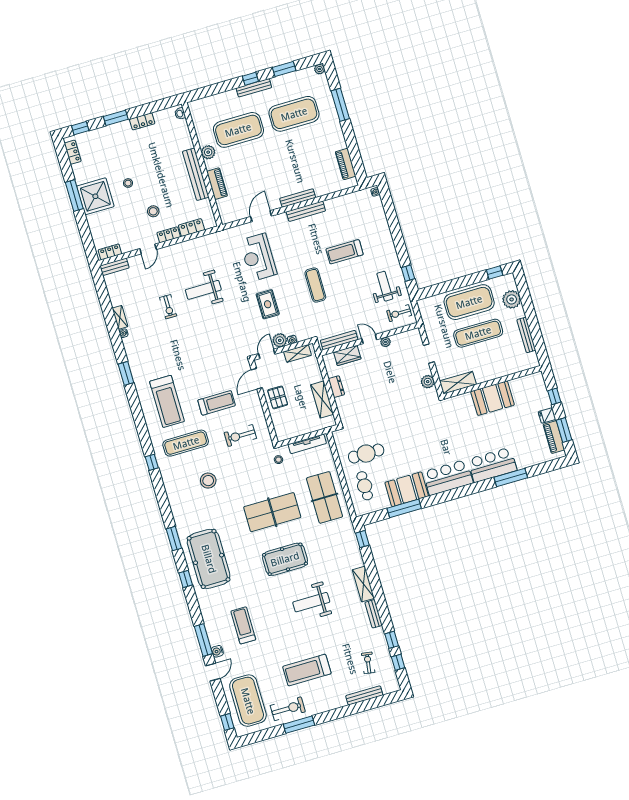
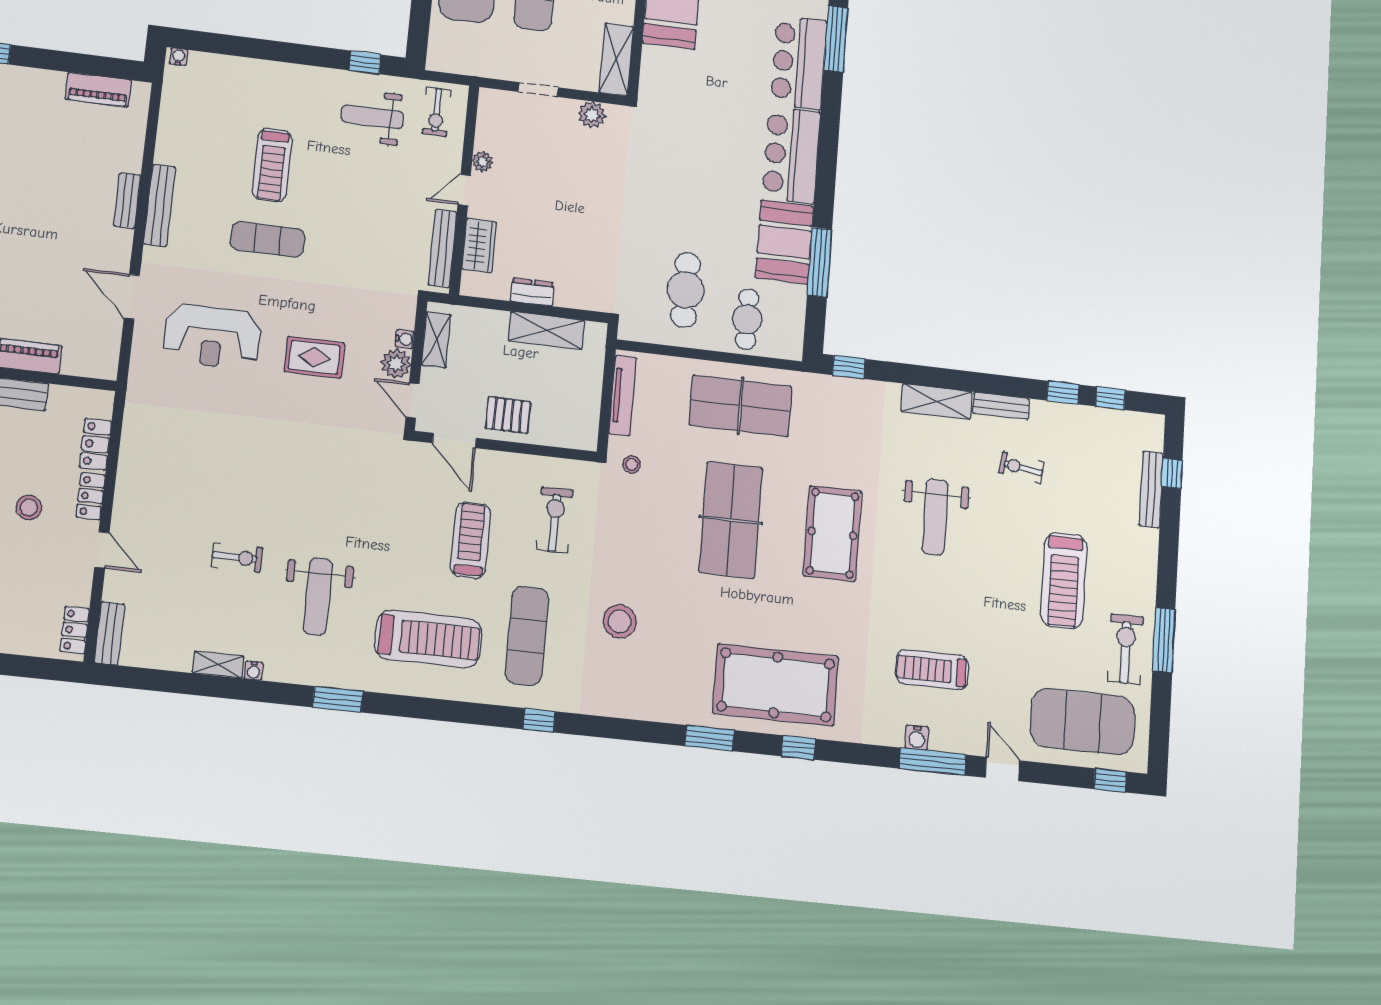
bench: (298, 198) -> (127, 201), width x0.73
exercise mat: (315, 285) -> (267, 239), moved
weight bench: (203, 290) -> (318, 597), moved
exercise bike: (240, 435) -> (555, 520), turned 180
cafe table: (365, 486) -> (747, 319), turned 90
water cooler: (217, 651) -> (917, 738), moved
exercise bike: (368, 663) -> (1021, 468), moved
window: (376, 702) -> (1172, 473), added

